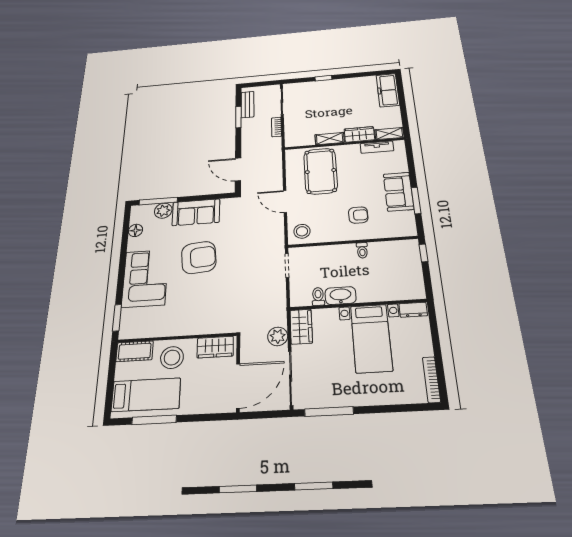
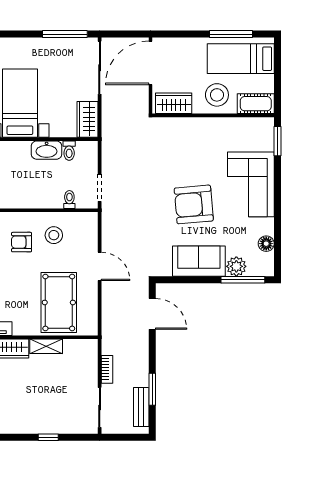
stool: (302, 231) -> (54, 235), moved
toilet: (362, 250) -> (69, 200), moved
plant: (278, 336) -> (111, 111), removed

